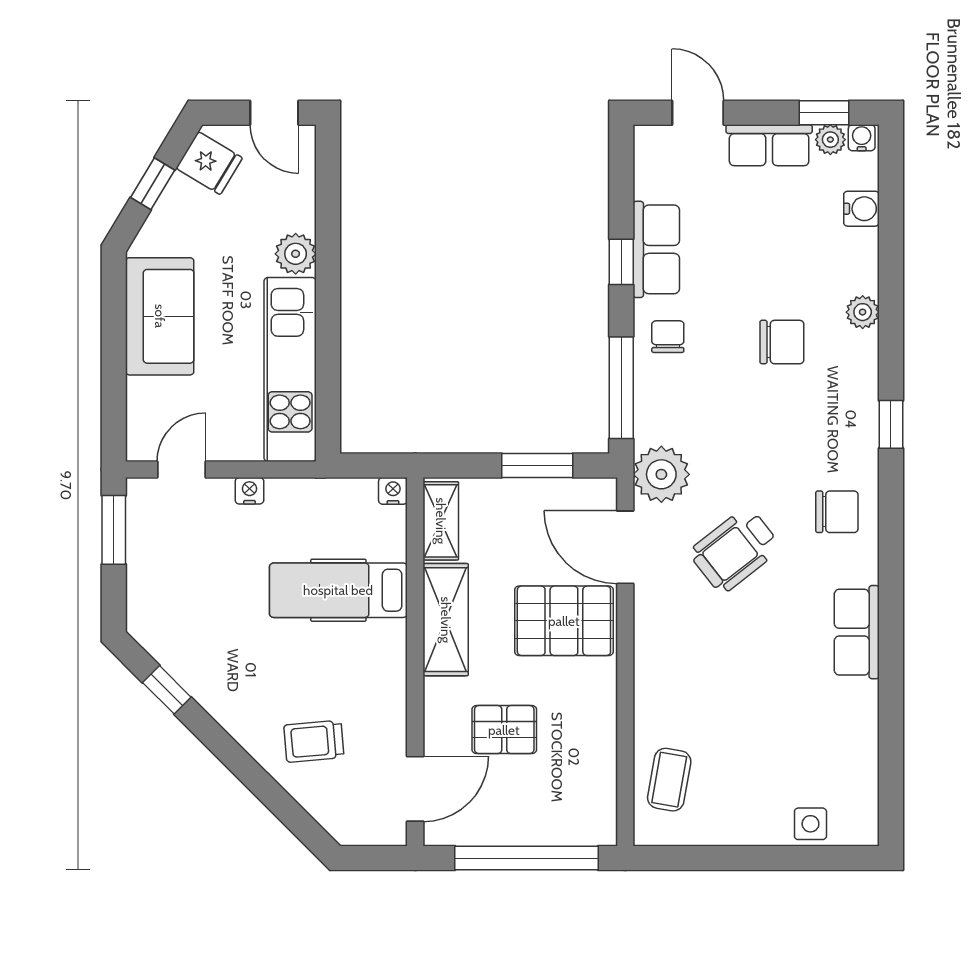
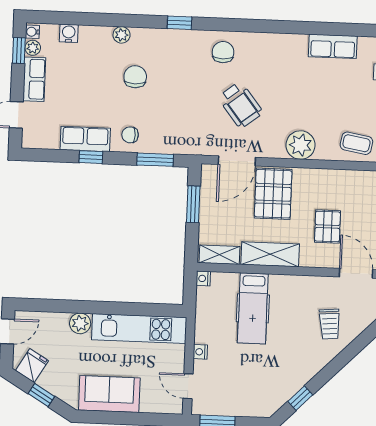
window: (621, 388) -> (155, 160), width x0.69
plant: (661, 474) -> (301, 145), moved
row of seats: (857, 632) -> (333, 46), moved

